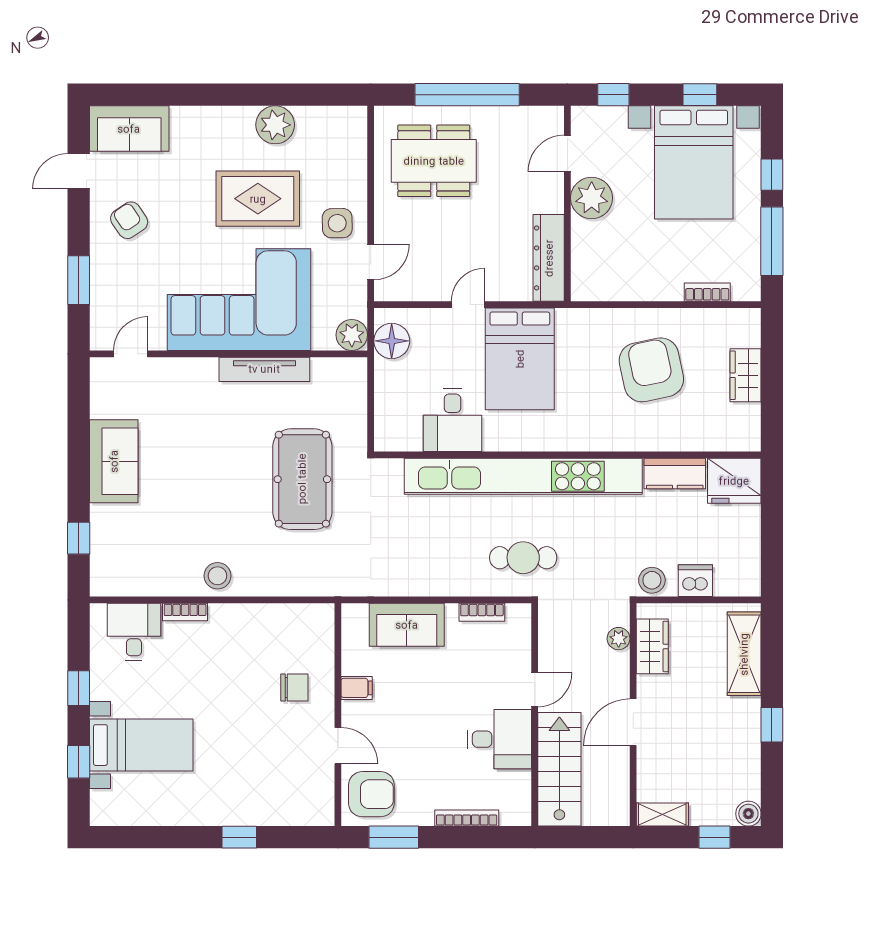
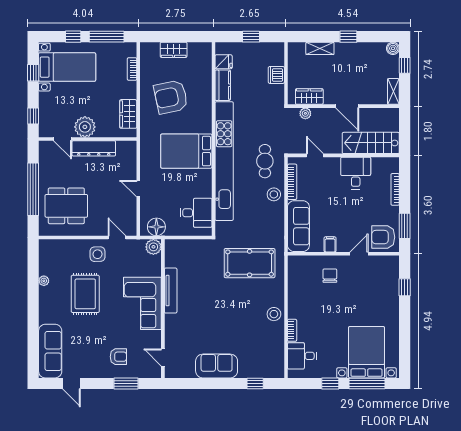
plant: (275, 125) -> (44, 281), width x0.53, depth x0.53
sofa: (129, 129) -> (50, 351), width x1.36
dining table: (434, 161) -> (66, 206), turned 90
bed with nightstands: (694, 162) -> (67, 67), width x0.73
armchair: (129, 220) -> (118, 357), moved, turned -146
dresser: (549, 258) -> (94, 148), moved
wardrobe: (617, 285) -> (128, 114), added
corner sofa: (239, 300) -> (142, 303), width x0.73, depth x0.74
bed: (520, 359) -> (186, 151), moved, turned 180
desk: (452, 420) -> (196, 213), moved
pool table: (302, 479) -> (250, 263), moved
fridge: (734, 481) -> (224, 62), width x0.53, depth x0.75
window: (772, 530) -> (251, 37), added
stool: (652, 580) -> (274, 194), moved
bookcase: (482, 612) -> (292, 182), width x1.56
sofa: (407, 625) -> (298, 226), width x1.36
shelving: (744, 654) -> (320, 48), width x0.67, depth x0.75
door: (535, 690) -> (315, 155), moved
bed with nightstands: (141, 745) -> (366, 352), width x1.36
window: (79, 762) -> (367, 384), width x2.17
armchair: (371, 794) -> (383, 237), turned -90
window: (239, 837) -> (405, 287), moved

